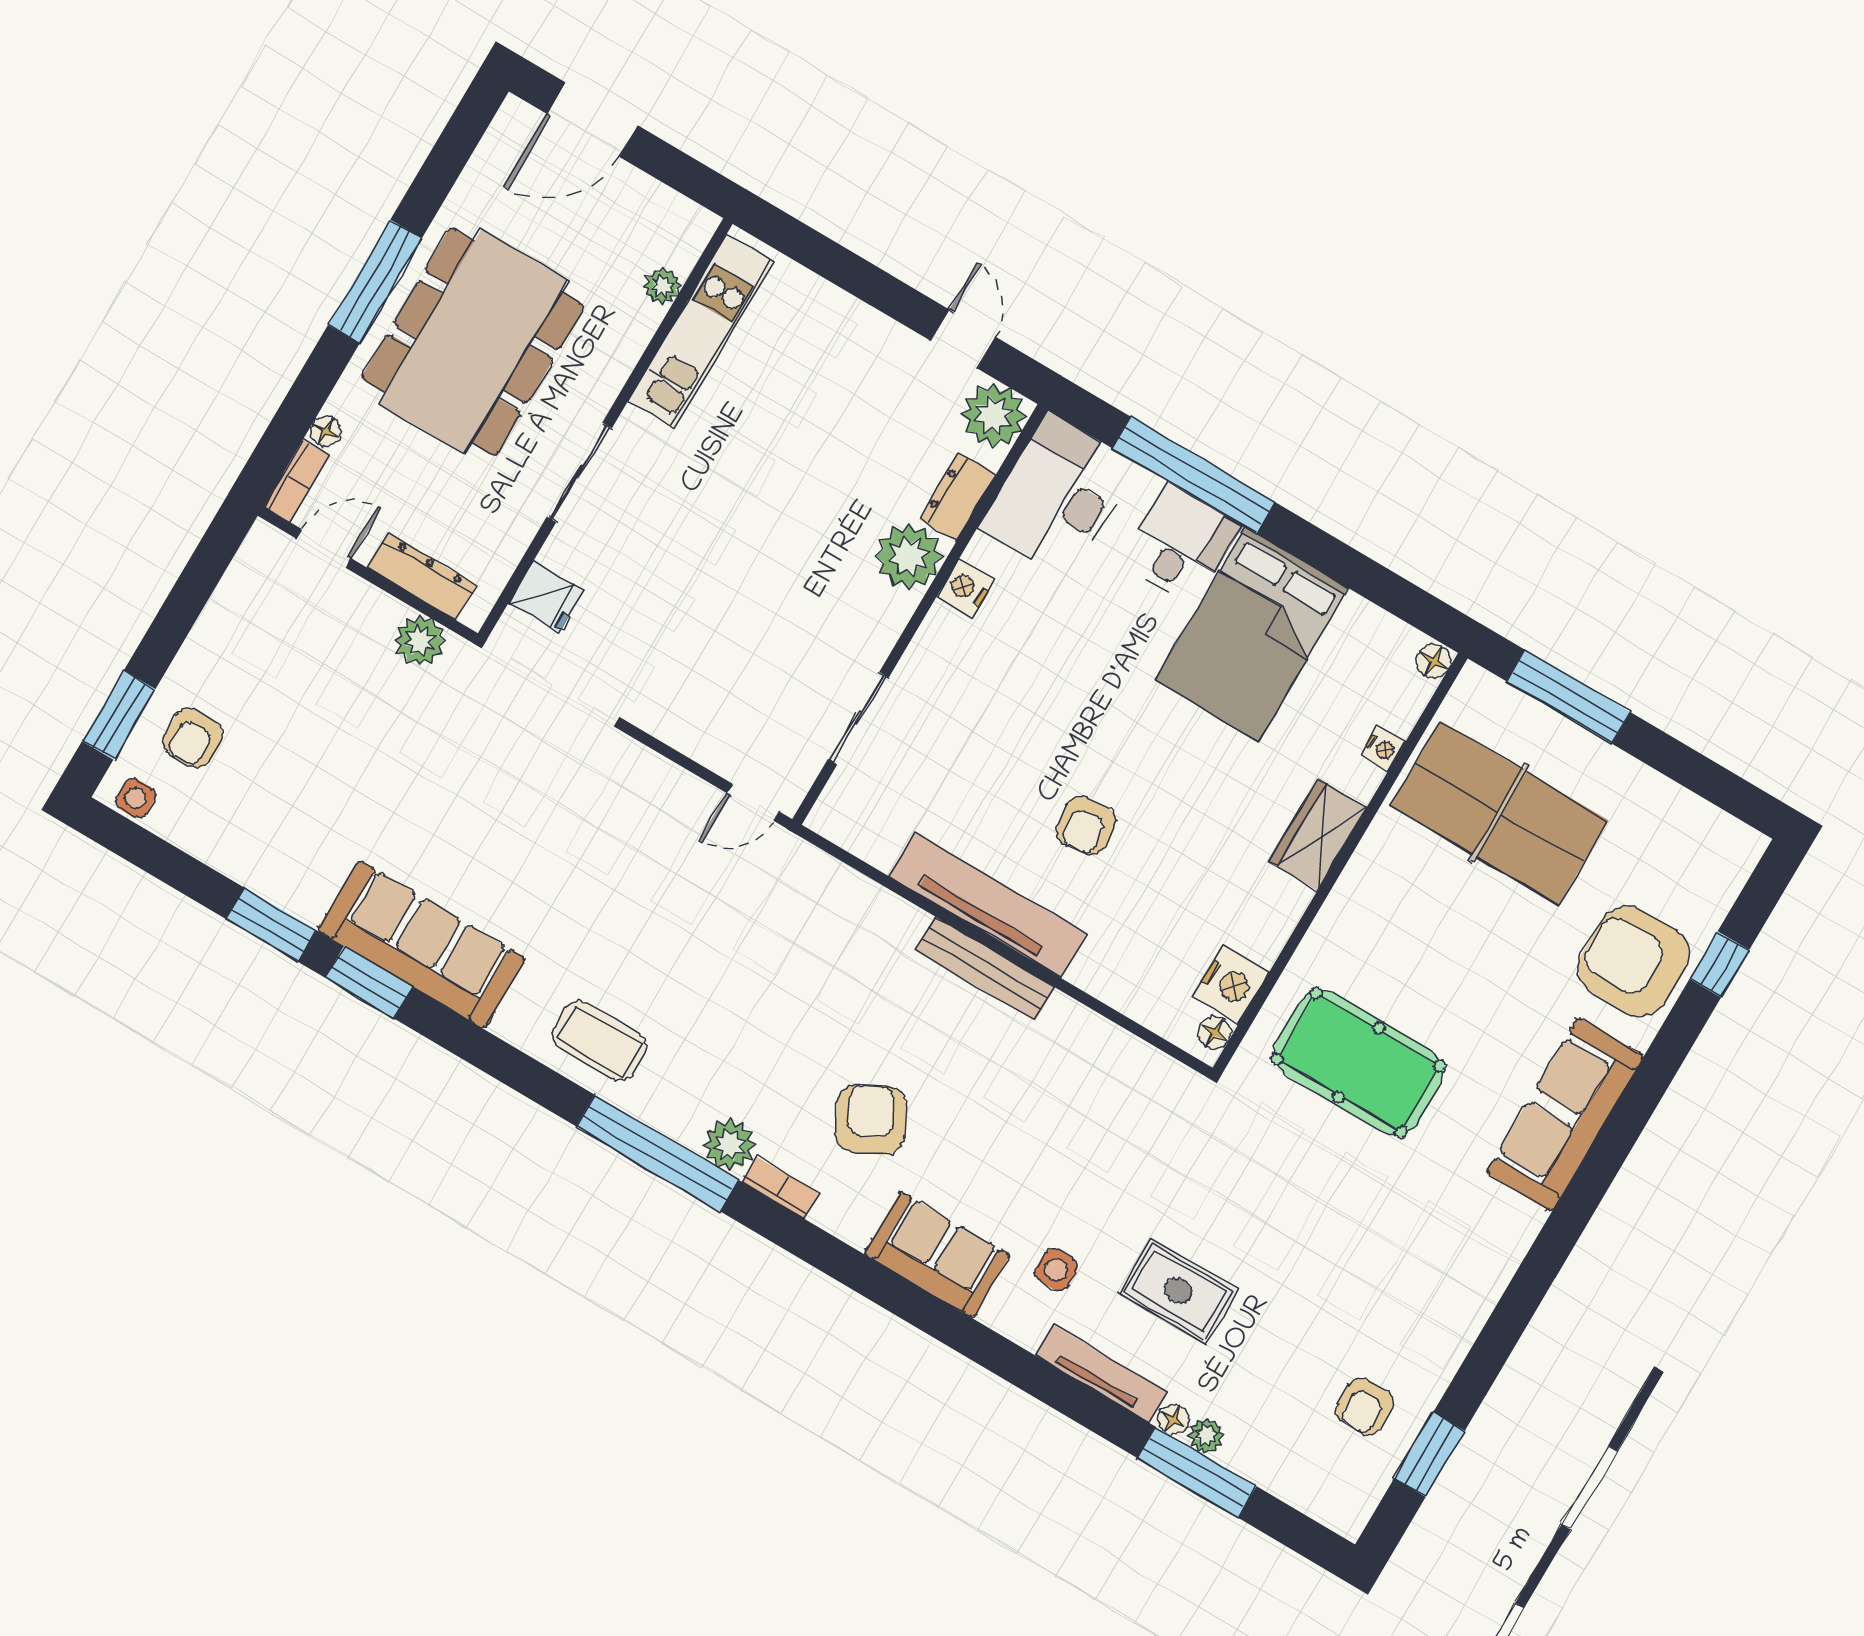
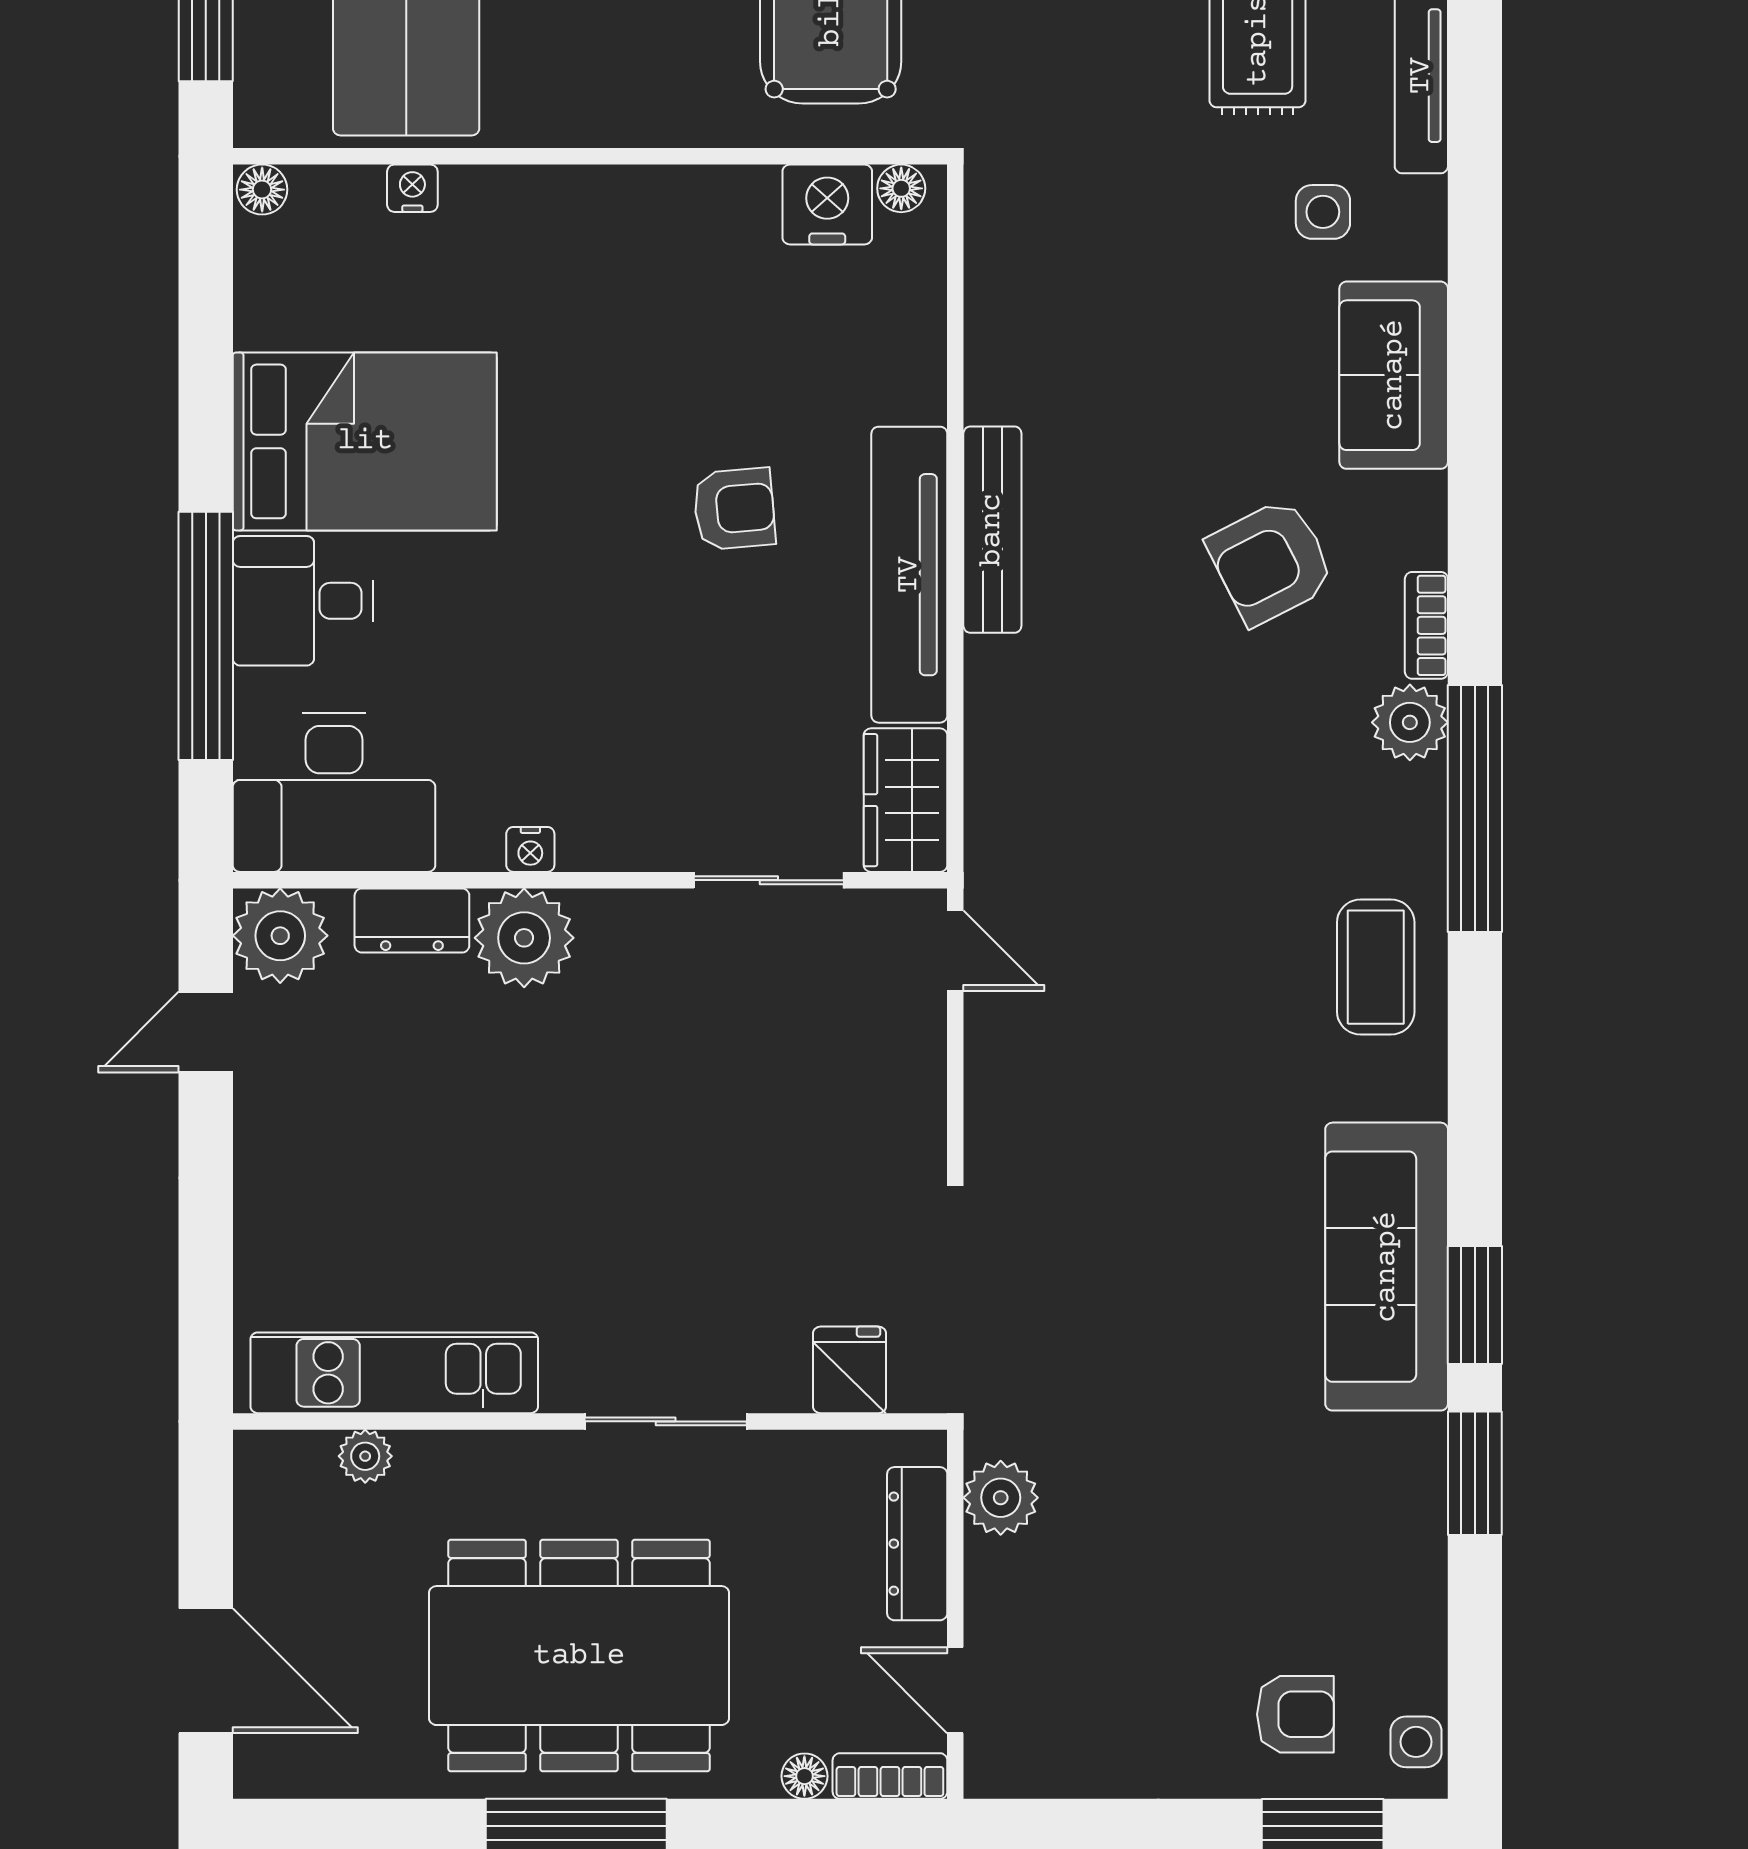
nightstand: (966, 588) -> (530, 849), width x0.72, depth x0.74
wardrobe: (1318, 834) -> (905, 800), moved, turned 90

